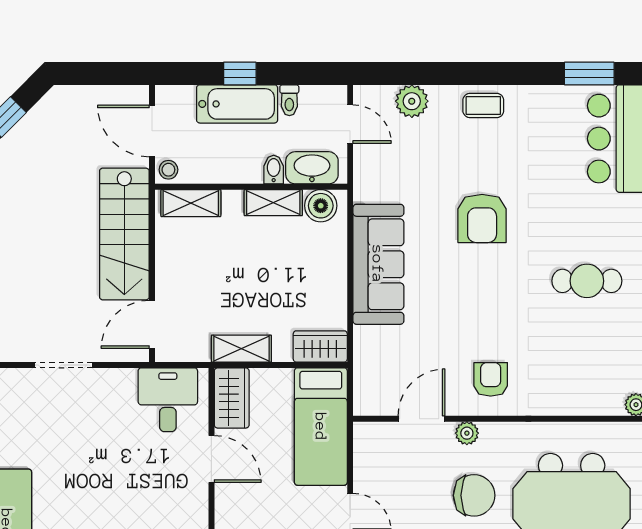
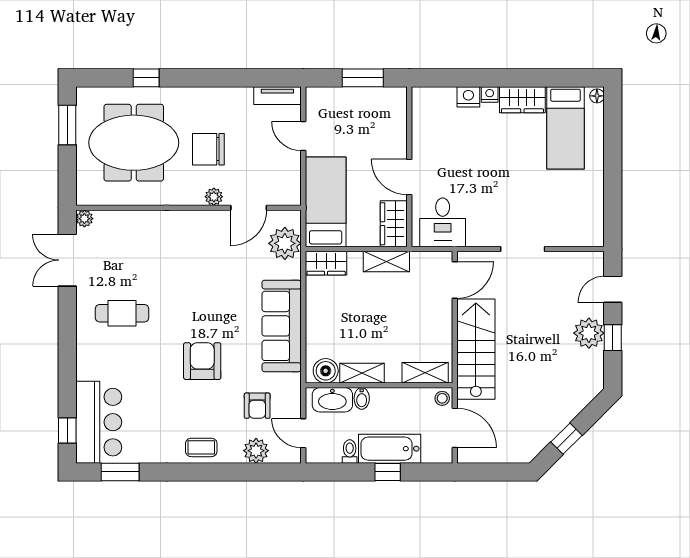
plant: (374, 372) -> (285, 243), added
armchair: (491, 379) -> (257, 406), moved

